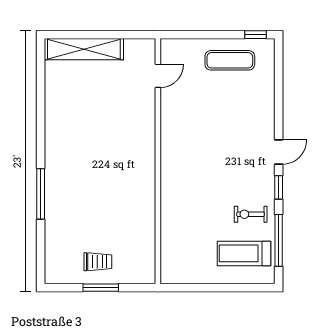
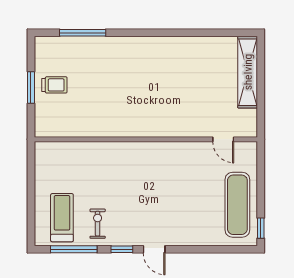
exercise mat: (230, 60) -> (237, 205), width x1.36, depth x1.45
window: (41, 194) -> (83, 33), moved
trolley: (98, 262) -> (54, 85), turned -90

